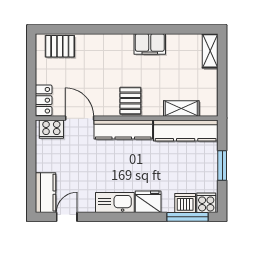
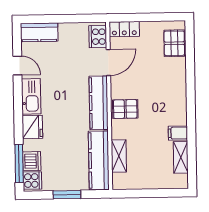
filing cabinet: (150, 44) -> (178, 133), width x0.50
shelving: (210, 51) -> (181, 157), moved, turned 90
door: (67, 217) -> (17, 66), moved

